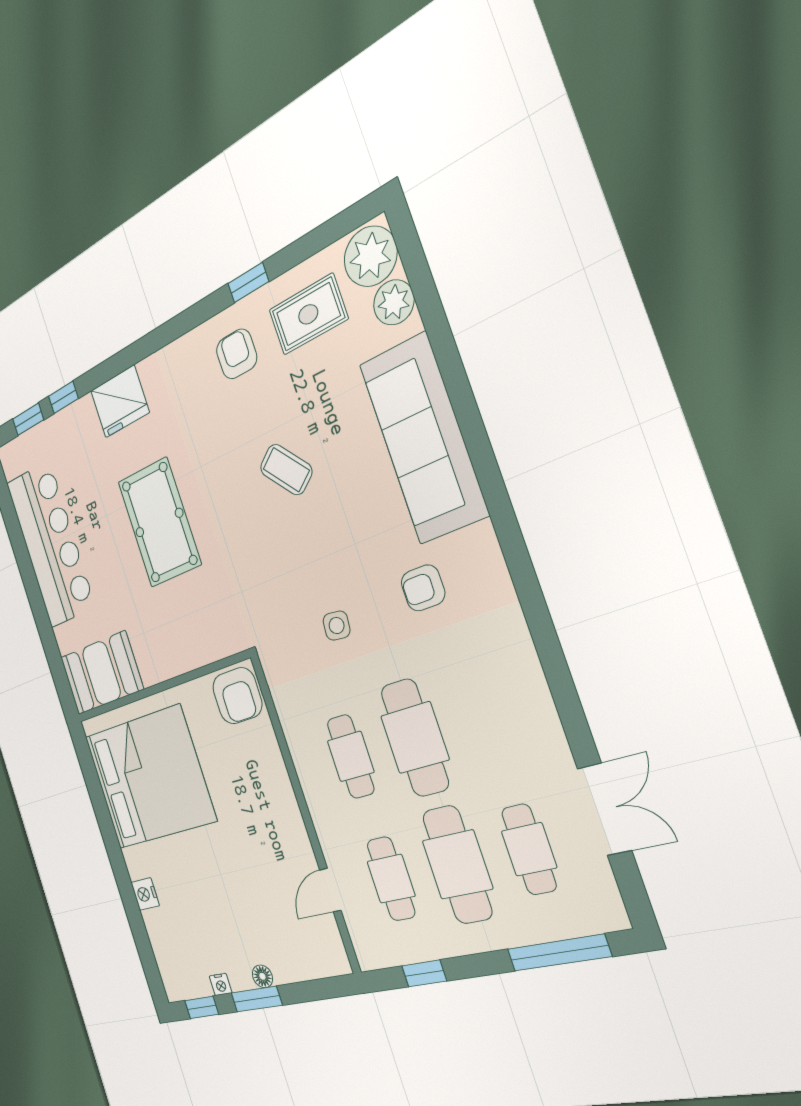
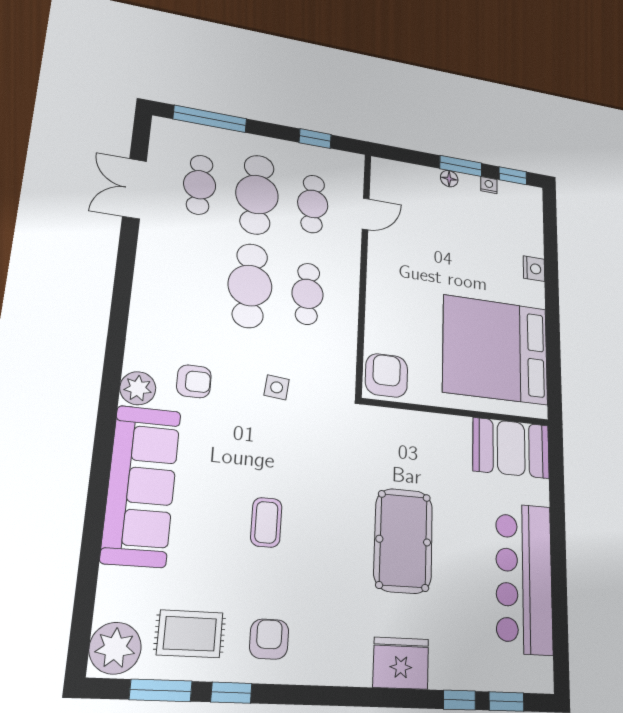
window: (310, 244) -> (161, 690), added
plant: (394, 302) -> (138, 388), moved
armchair: (237, 354) -> (269, 639), turned 180
coffee table: (286, 470) -> (266, 522), turned 39

